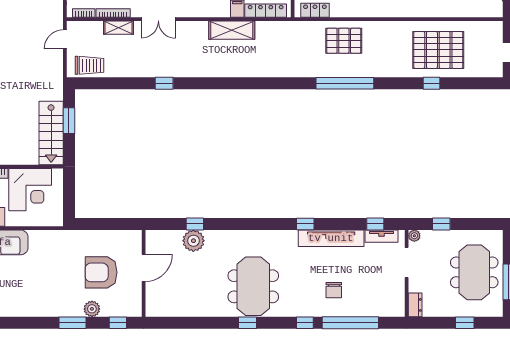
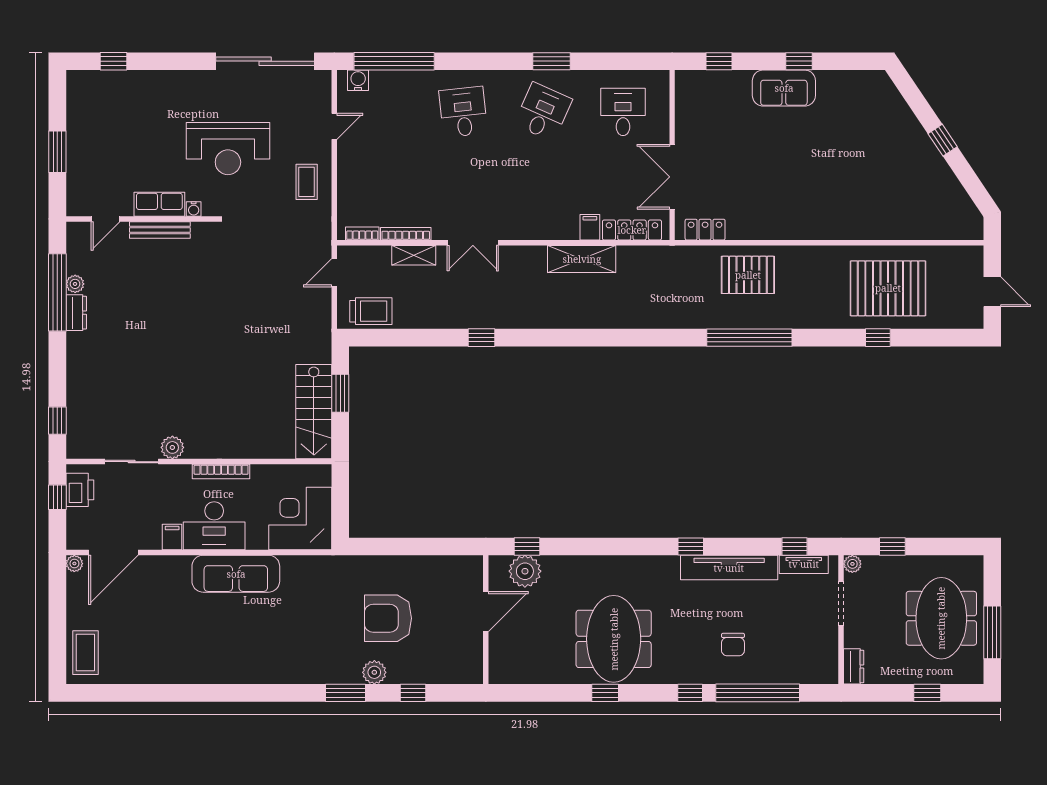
corner desk: (30, 190) -> (300, 519), moved, turned 180
door: (144, 268) -> (486, 612), moved
wall: (144, 273) -> (486, 620), moved

